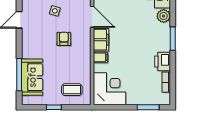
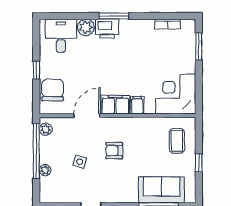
printer: (163, 62) -> (107, 29), moved

